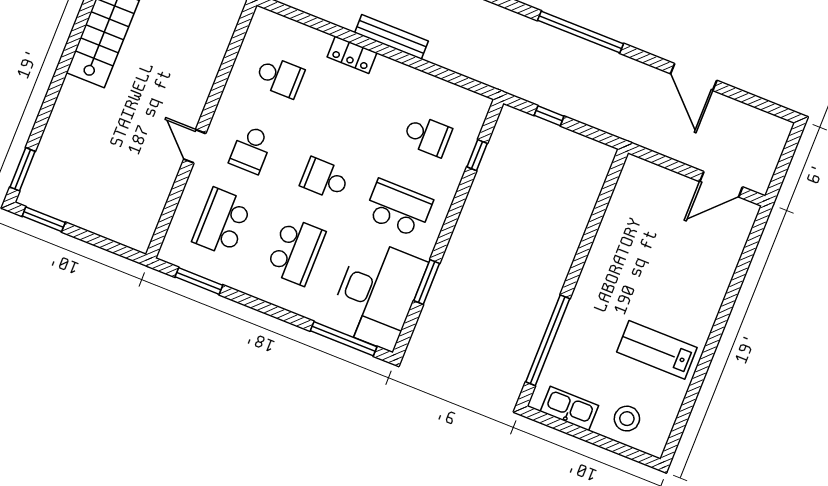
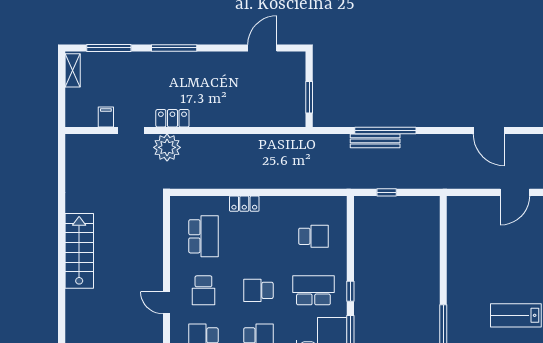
bench: (392, 37) -> (375, 141), moved
school desk: (280, 77) -> (203, 236), width x1.85
door: (694, 77) -> (489, 130), moved
window: (477, 155) -> (350, 291), moved

